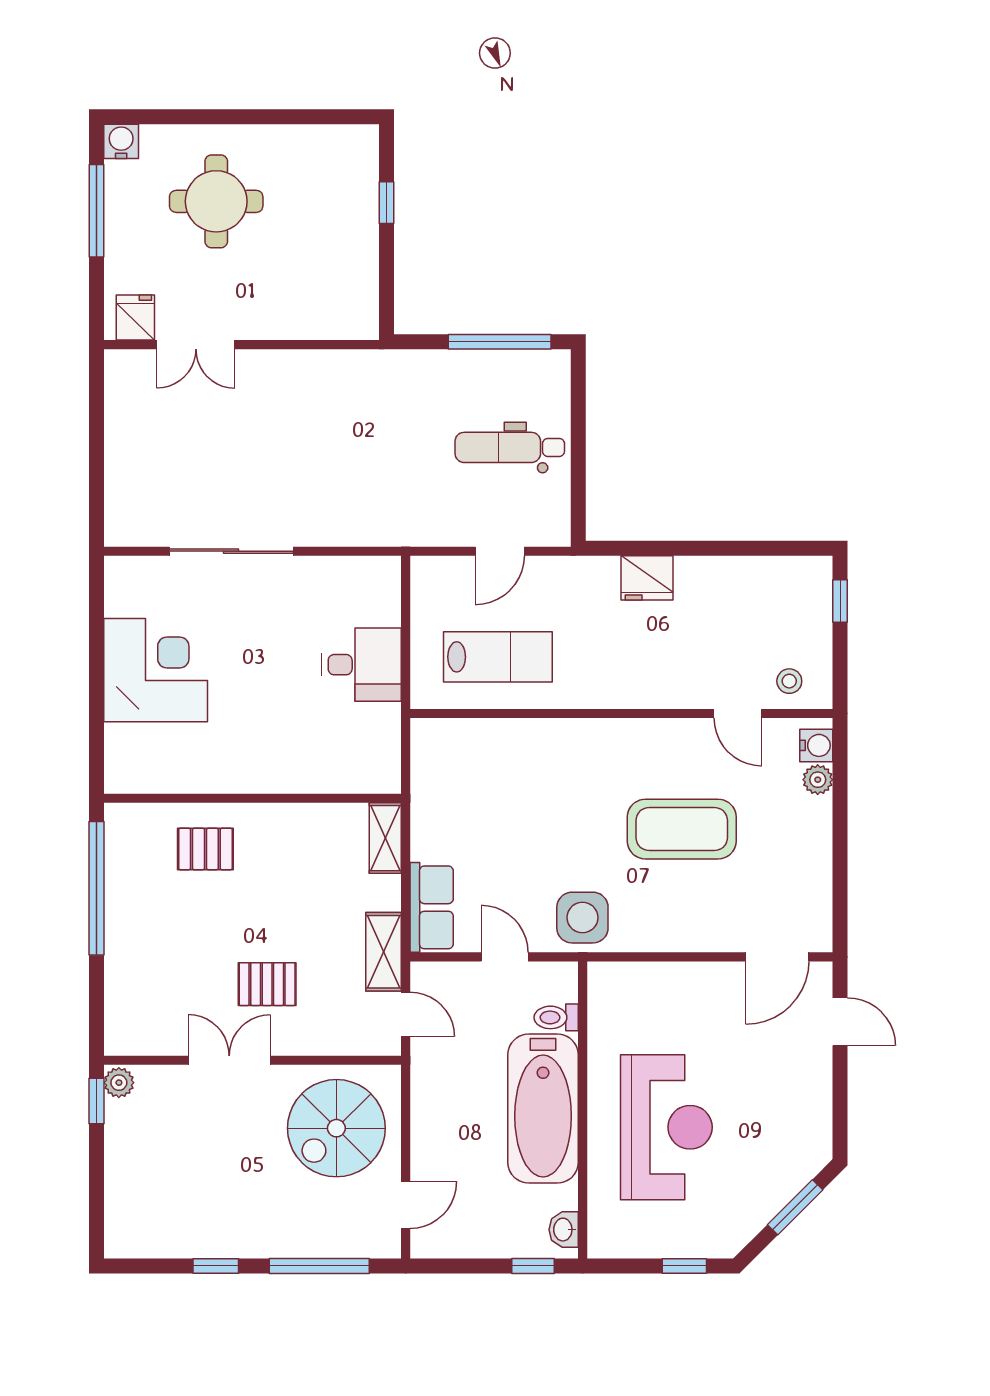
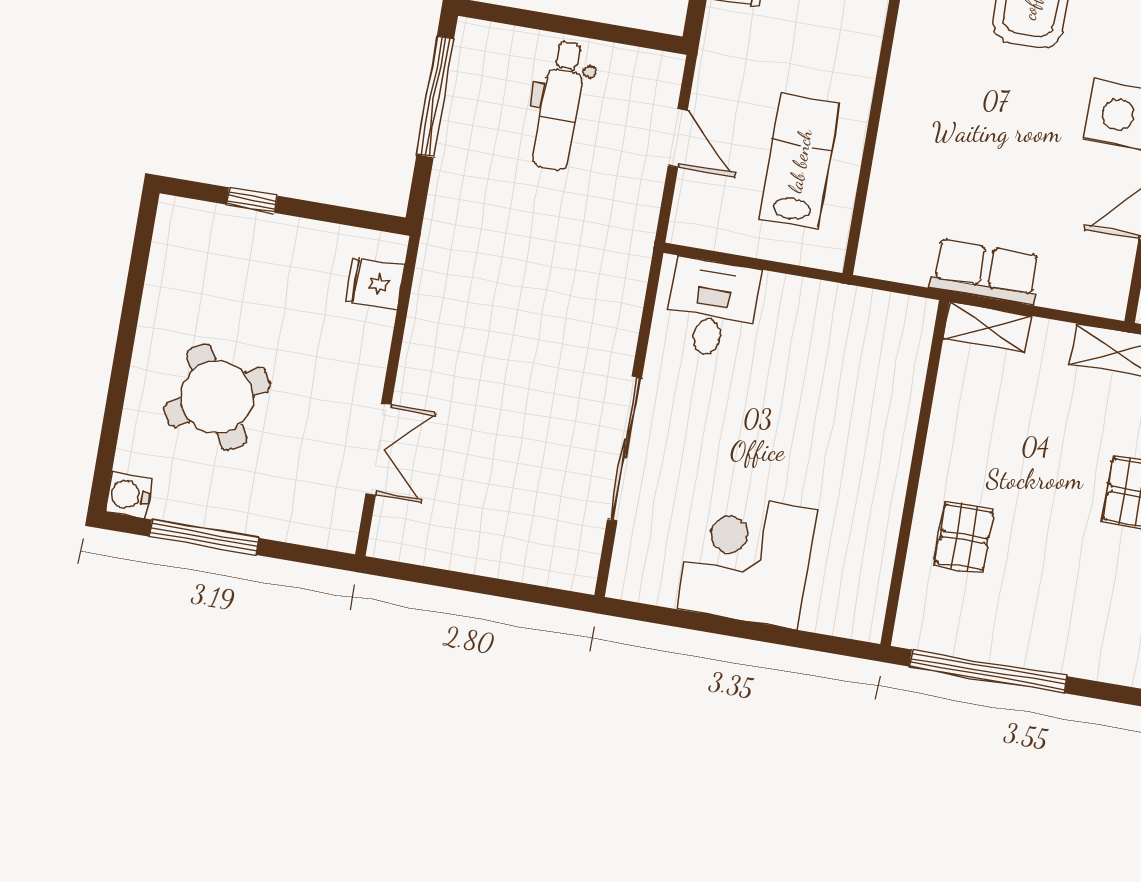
round table: (216, 201) -> (217, 397), turned -31
fridge: (135, 318) -> (375, 284), moved
desk: (362, 665) -> (711, 308), moved
row of seats: (432, 907) -> (986, 272), moved

